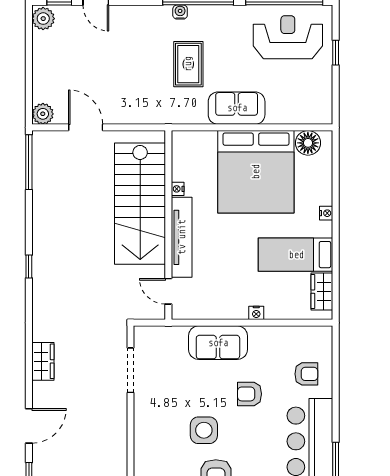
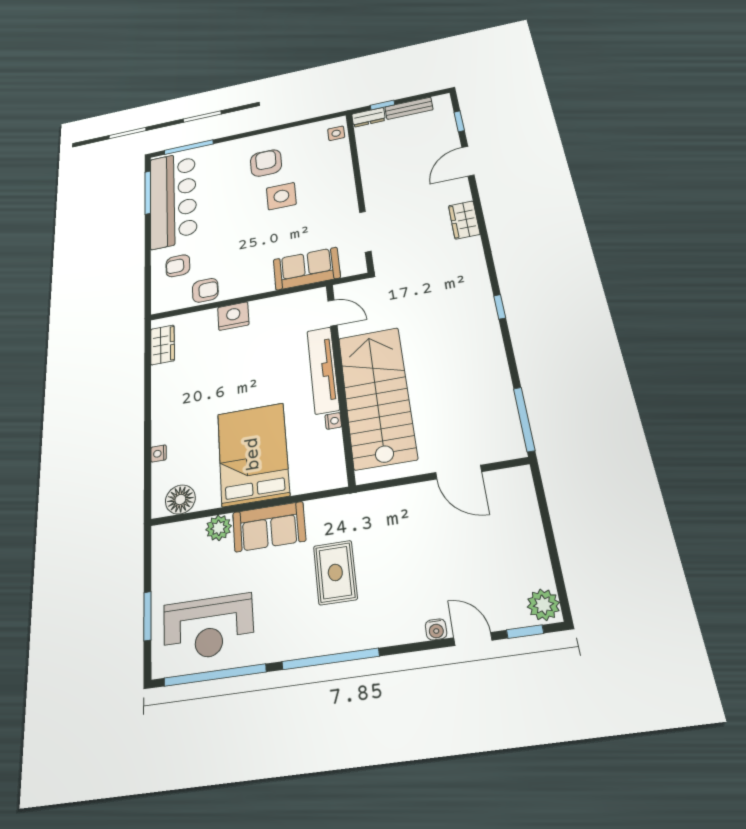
water cooler: (180, 12) -> (436, 629), moved
window: (336, 53) -> (147, 616), width x1.50
plant: (43, 114) -> (219, 528), moved
bed: (256, 172) -> (253, 454), width x0.73
nightstand: (326, 213) -> (159, 454), moved
bed: (296, 255) -> (192, 376), removed
nightstand: (256, 313) -> (233, 316), width x1.89, depth x1.79
sofa: (218, 343) -> (307, 269), moved
armchair: (249, 394) -> (205, 290), moved

